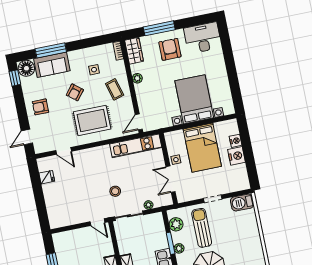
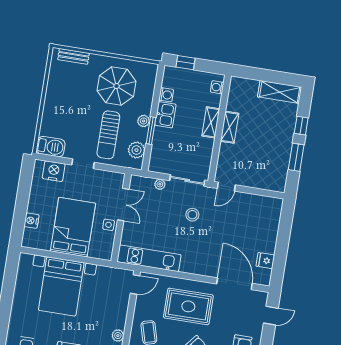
door: (64, 151) -> (234, 284), width x1.88
nightstand: (237, 156) -> (54, 171), moved, turned 90
door: (97, 222) -> (226, 187), swing flipped

